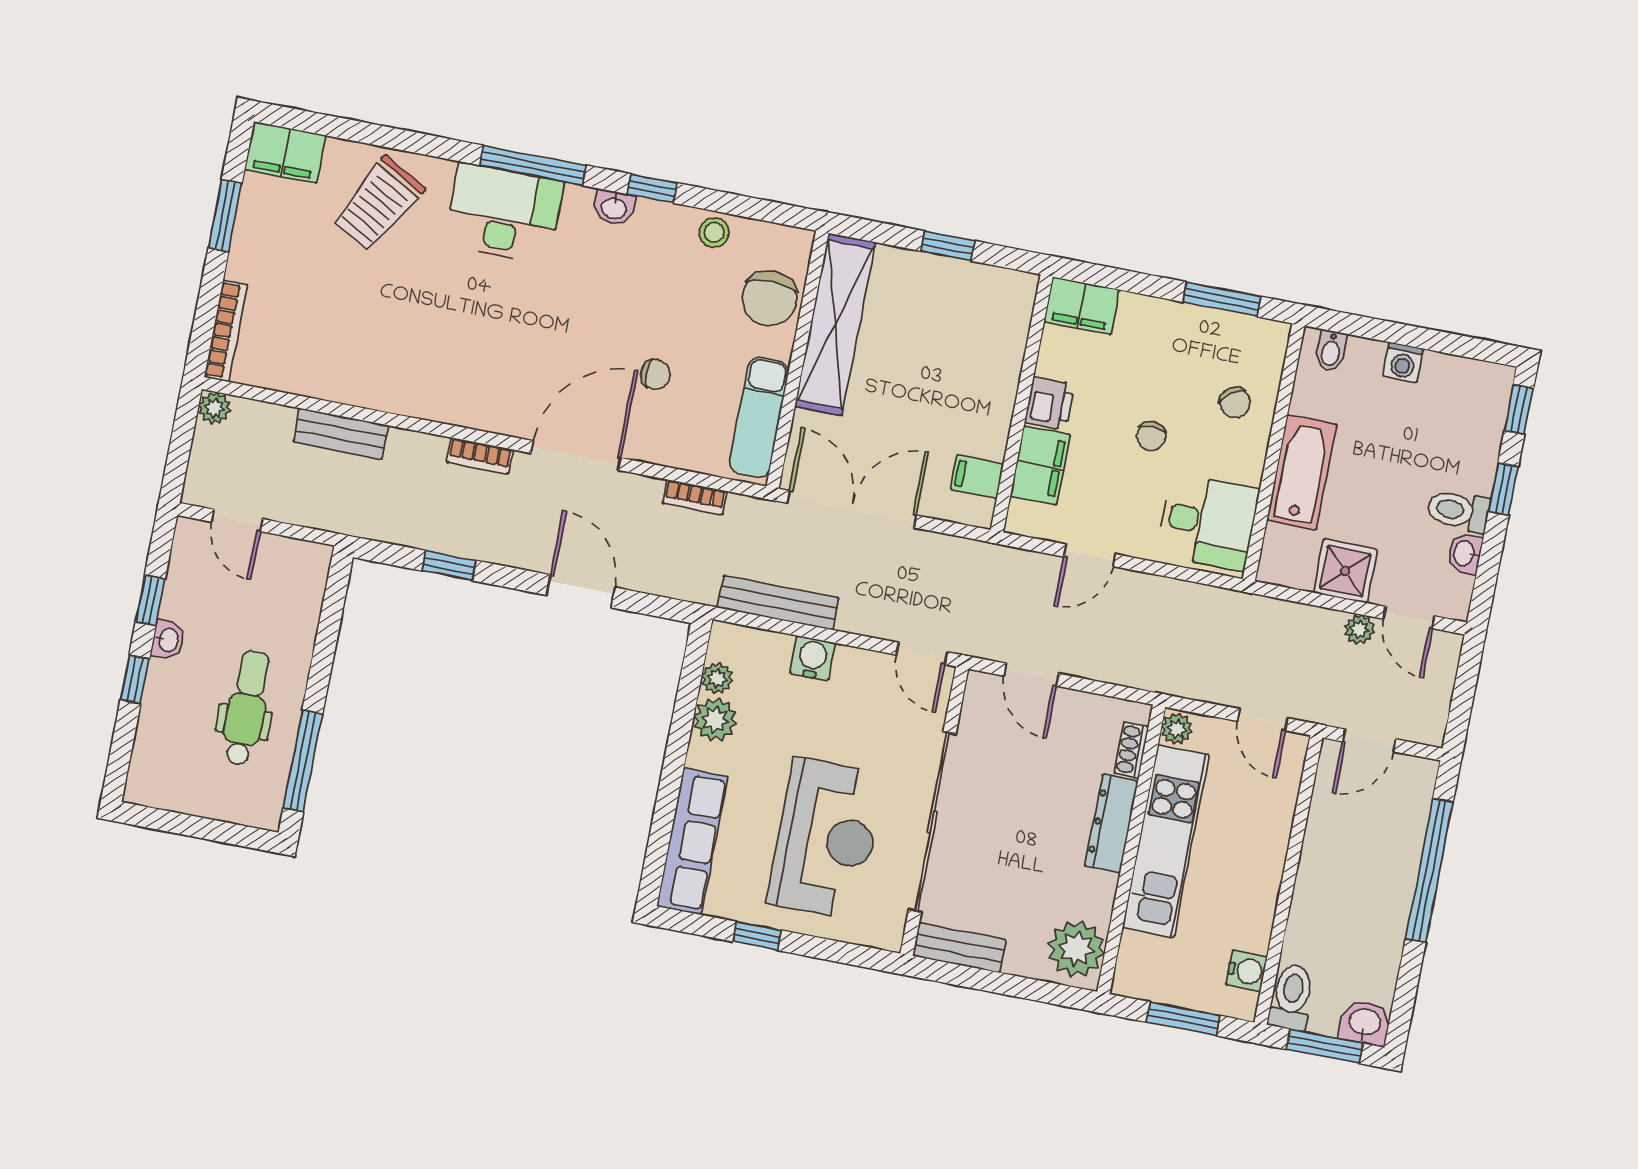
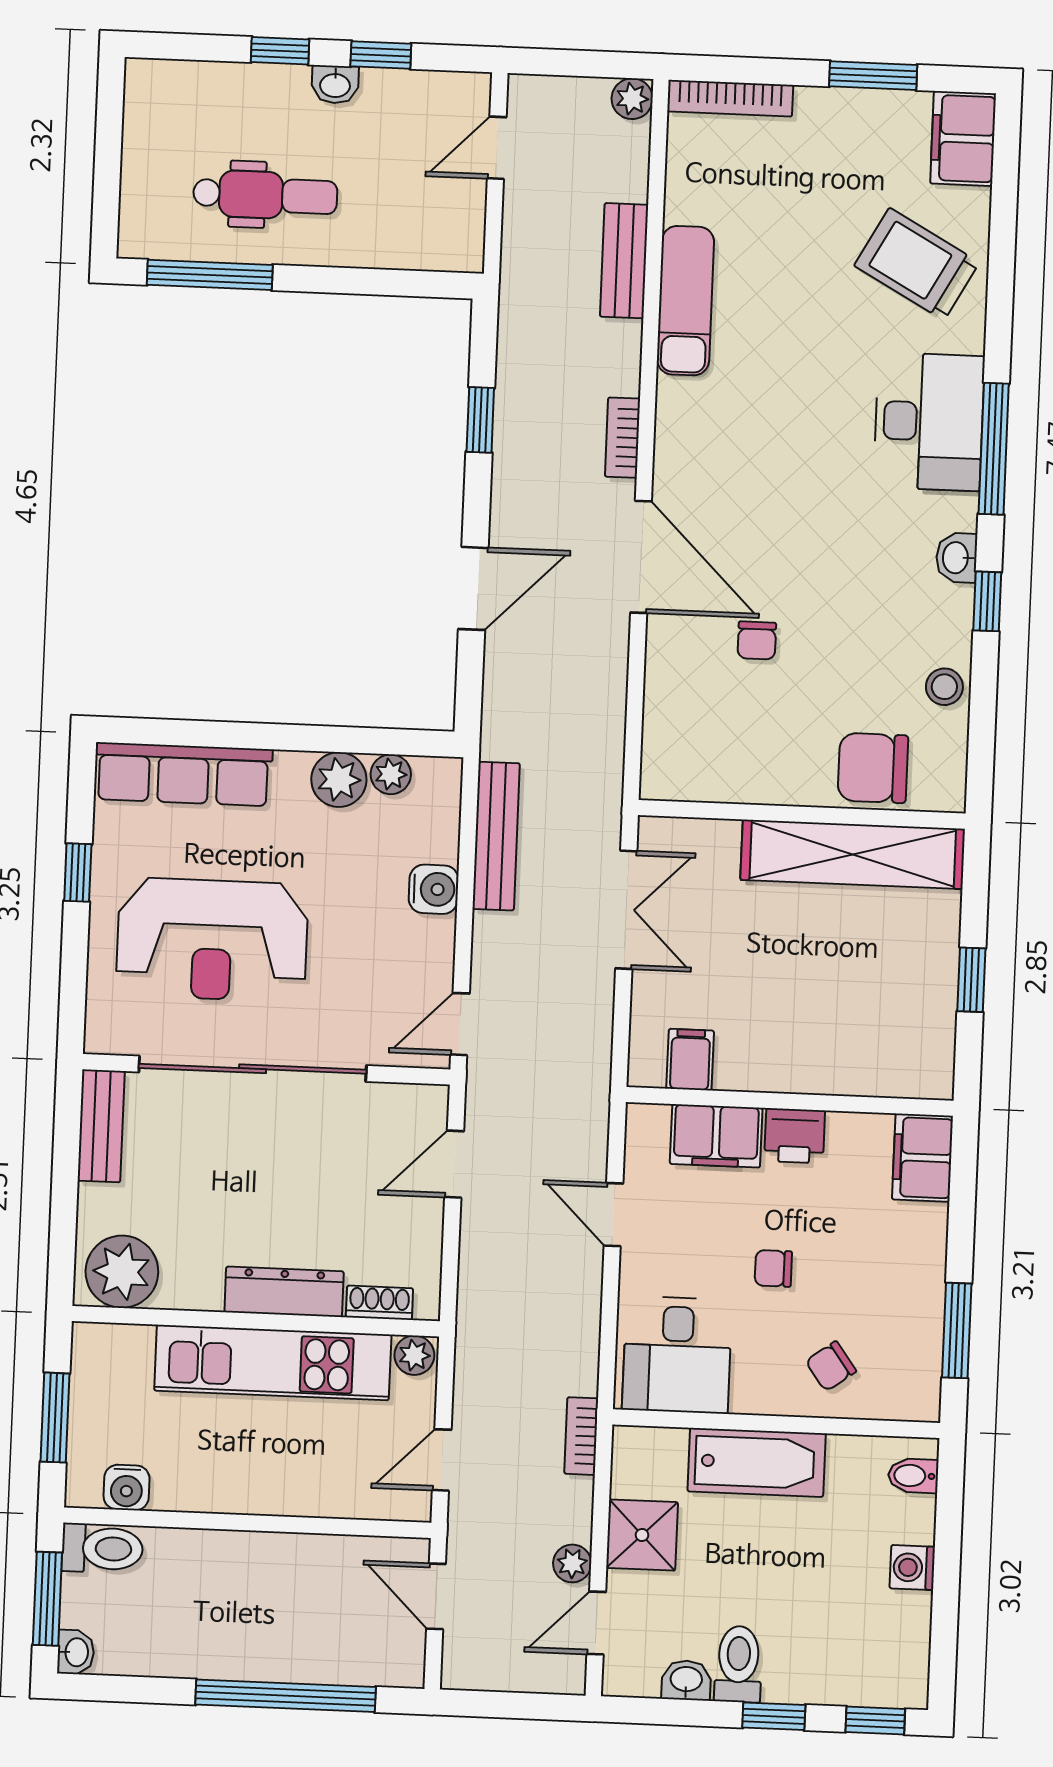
exam couch: (759, 417) -> (685, 301), moved, turned 90
bookcase: (695, 497) -> (581, 1436), moved
double door: (852, 509) -> (626, 910), width x0.73
washbasin: (1365, 1023) -> (76, 1652), width x0.72, depth x0.69

